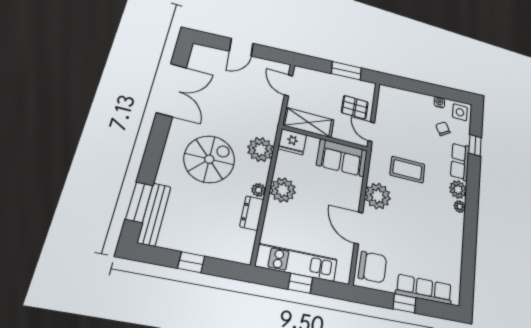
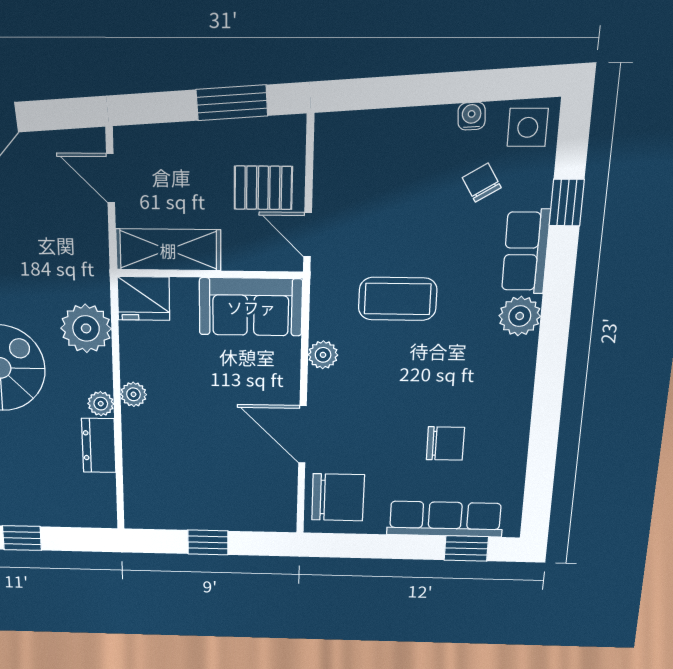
plant: (283, 190) -> (133, 394), width x0.53, depth x0.53
plant: (378, 196) -> (323, 355), width x0.53, depth x0.53
plant: (460, 207) -> (524, 352), removed
chair: (425, 246) -> (445, 443), added
kitchen unit: (297, 263) -> (195, 512), removed
window: (404, 303) -> (466, 548), moved

